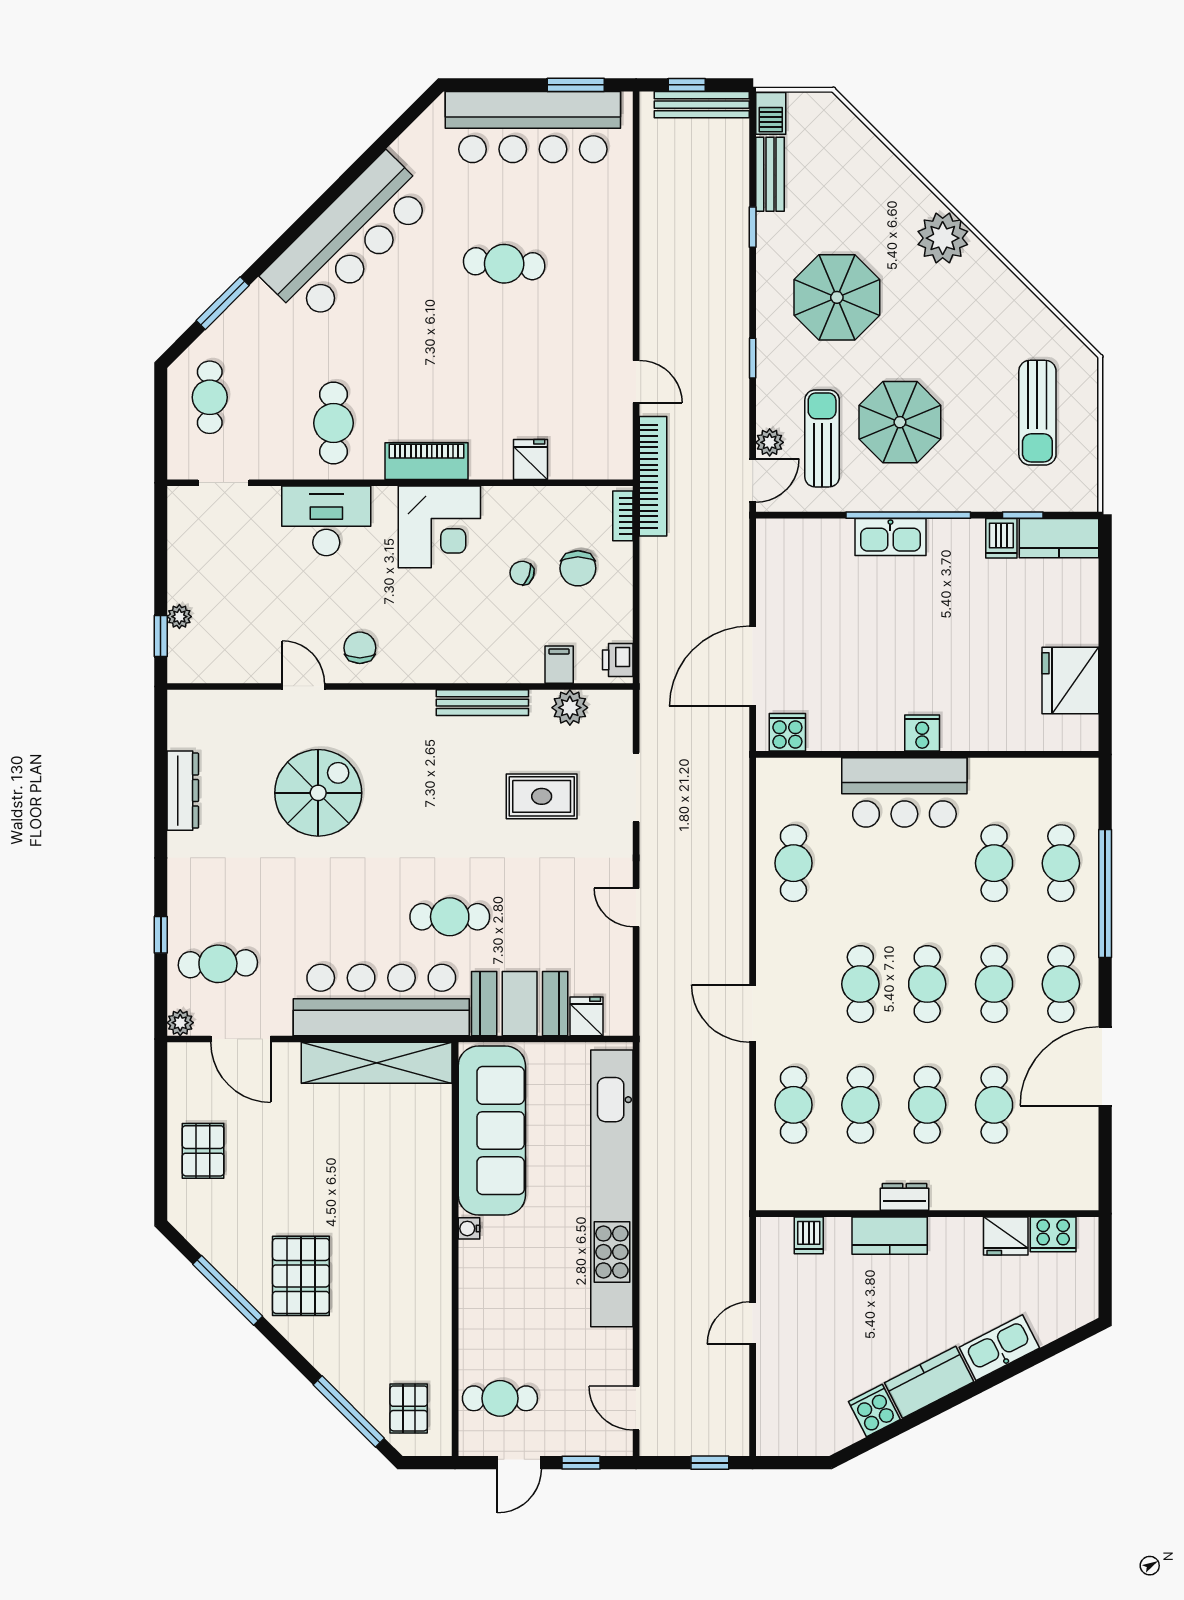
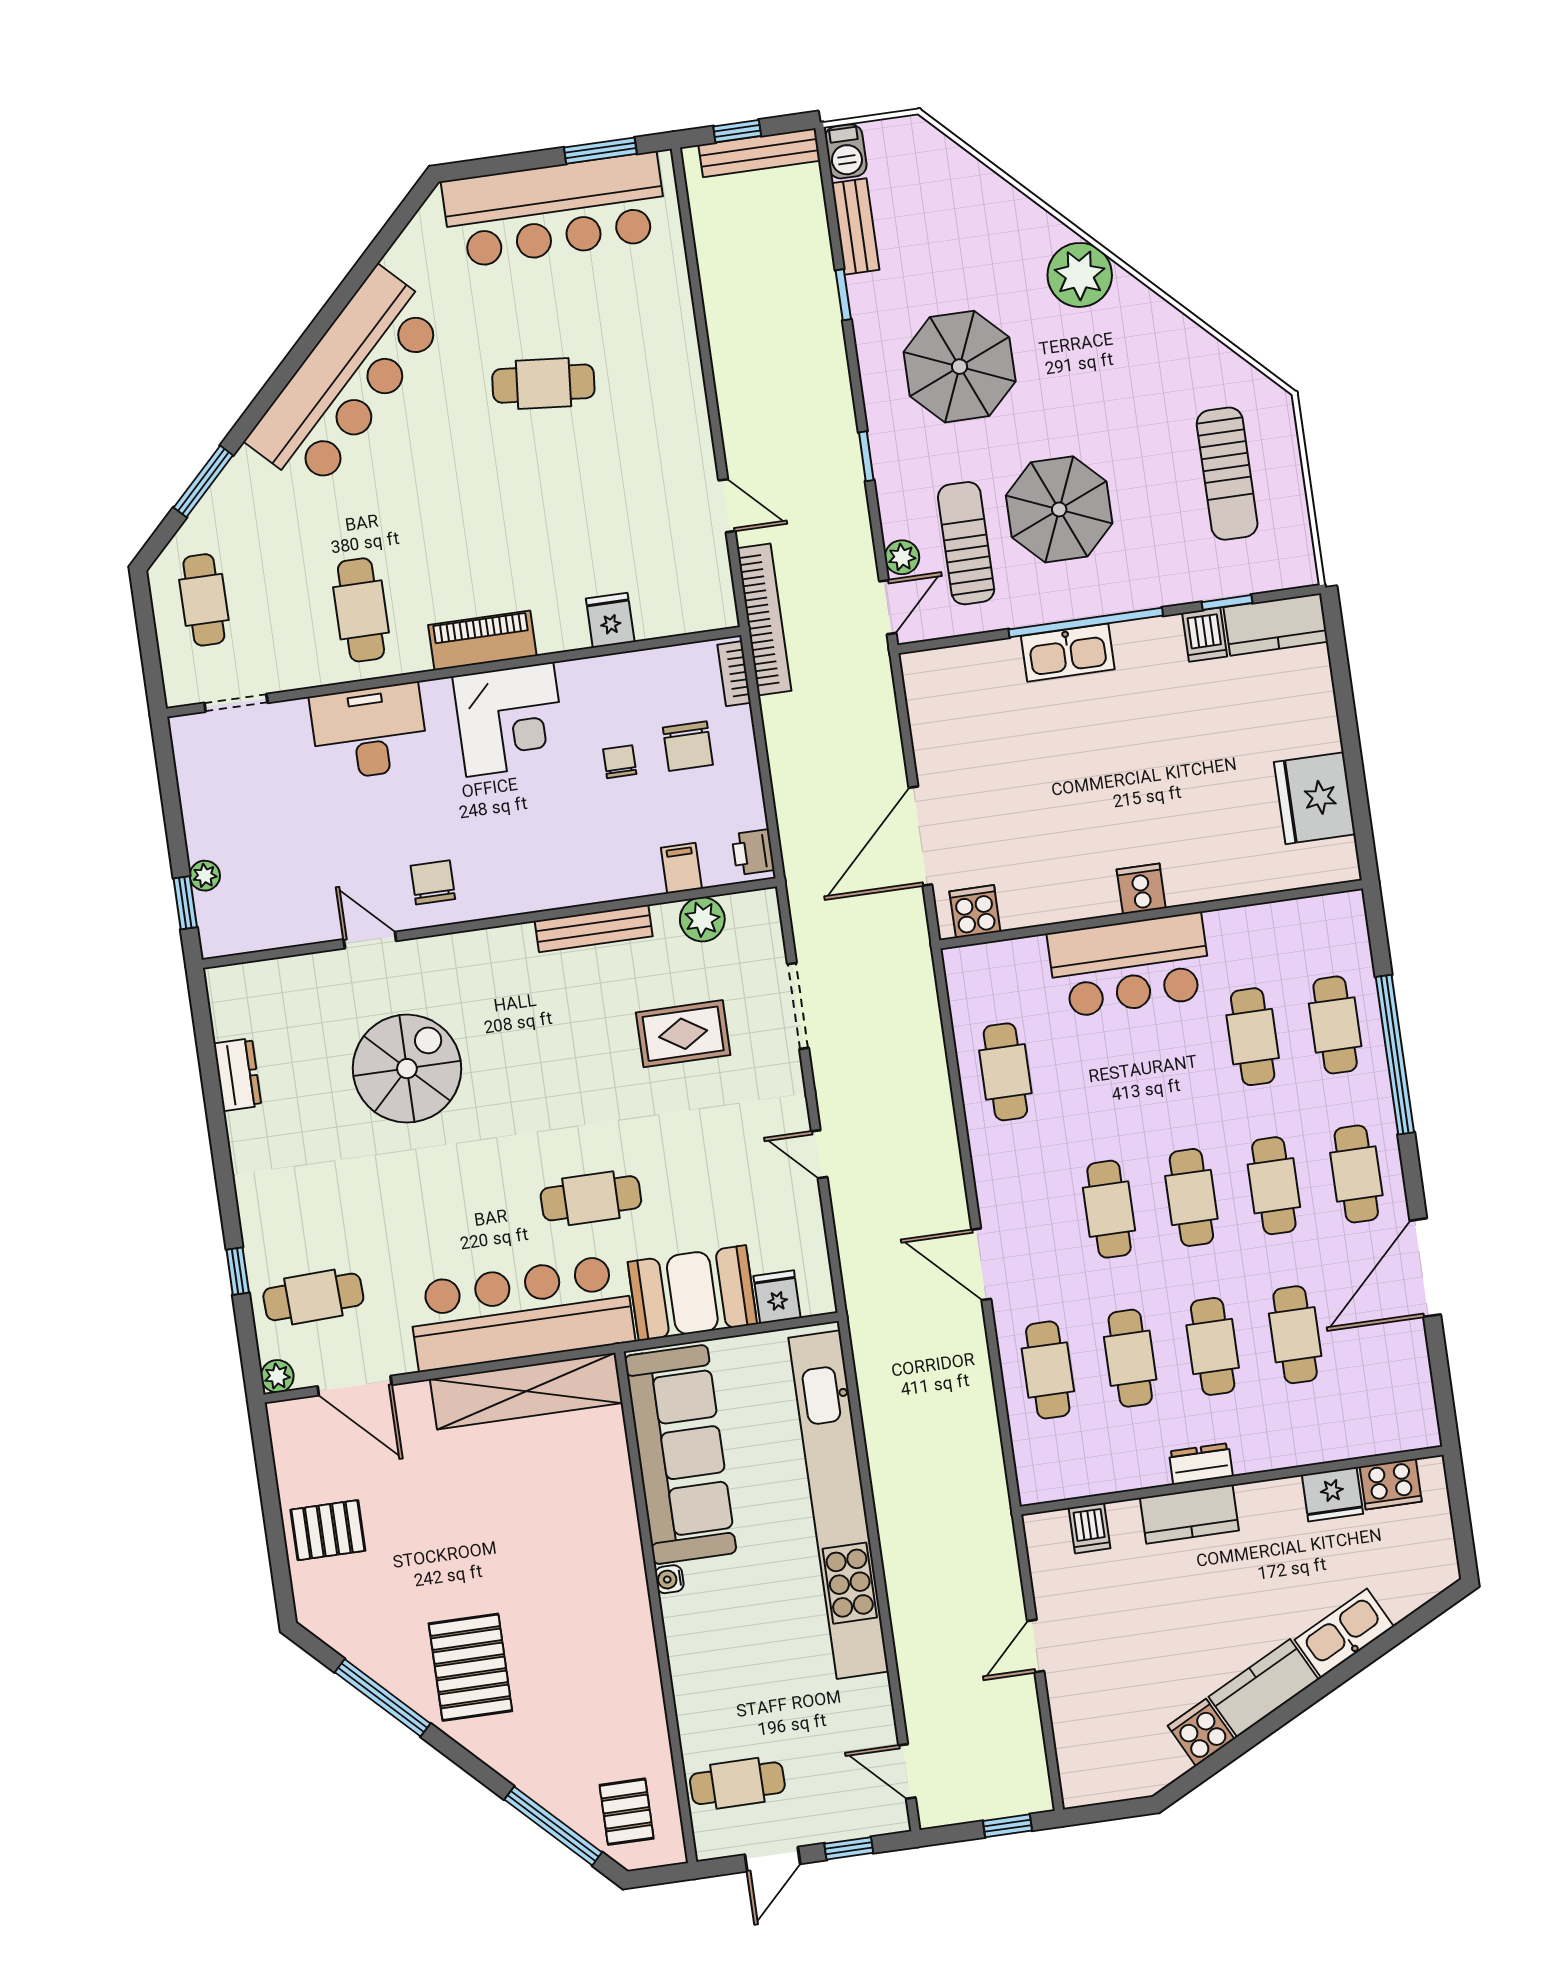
chair: (522, 573) -> (620, 762), turned 70
dresser: (183, 791) -> (237, 1075), width x0.70
pallet: (203, 1151) -> (328, 1530), turned 90

